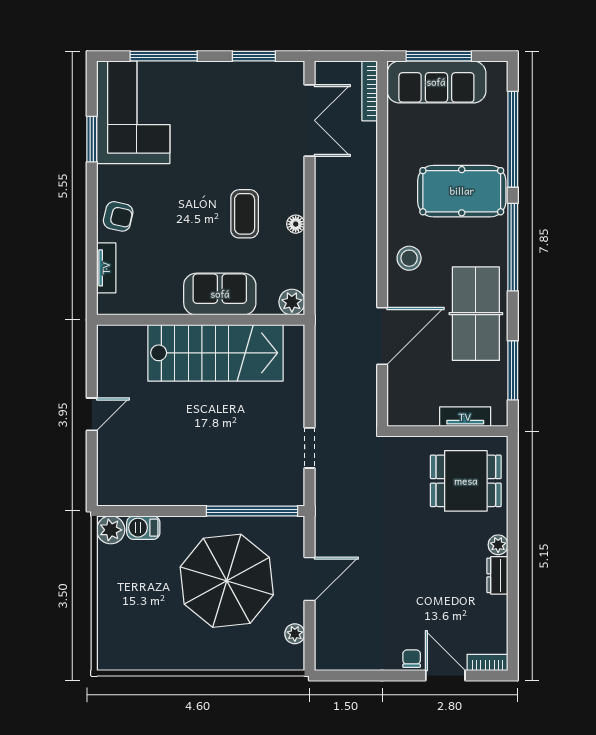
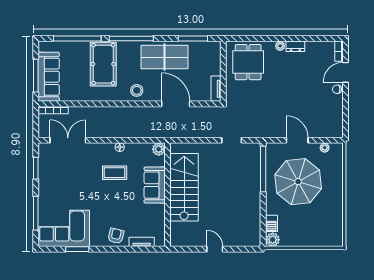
tv unit: (465, 417) -> (216, 89), moved

